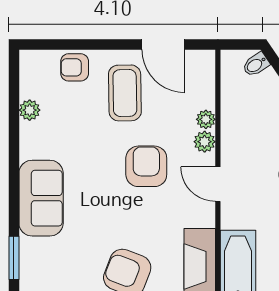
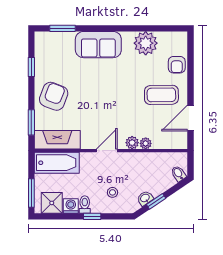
armchair: (75, 67) -> (177, 65), turned 180
plant: (30, 110) -> (146, 43), width x1.87, depth x1.87
armchair: (146, 166) -> (117, 108), removed

